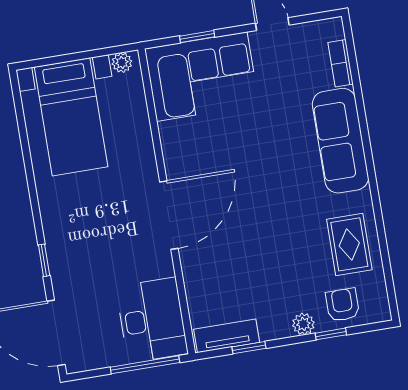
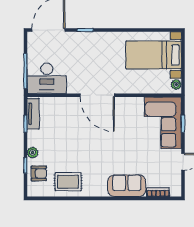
sofa: (340, 141) -> (127, 186), width x0.73

